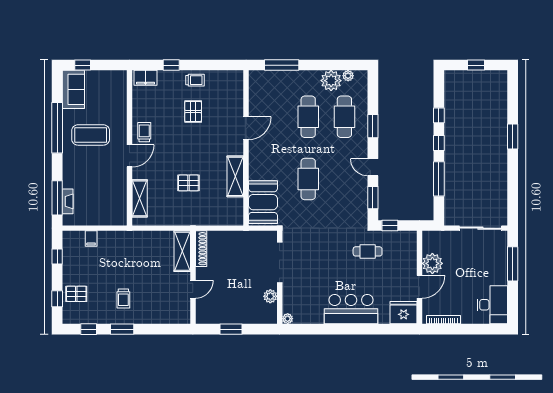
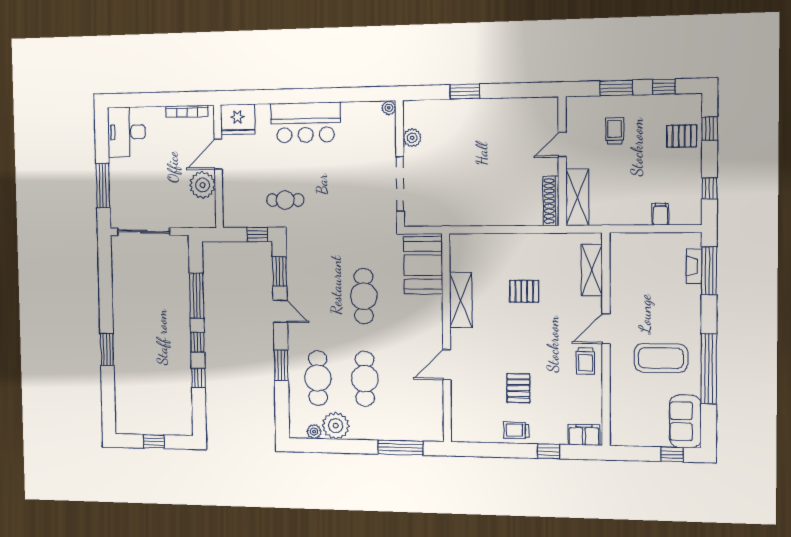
shoe rack: (201, 249) -> (551, 201), moved
shelving: (182, 251) -> (577, 197), moved
wall: (193, 277) -> (562, 161), moved
door: (193, 289) -> (562, 145), moved

